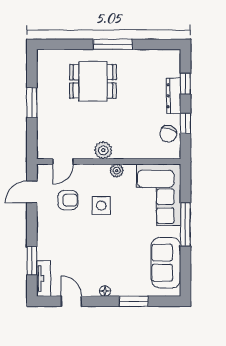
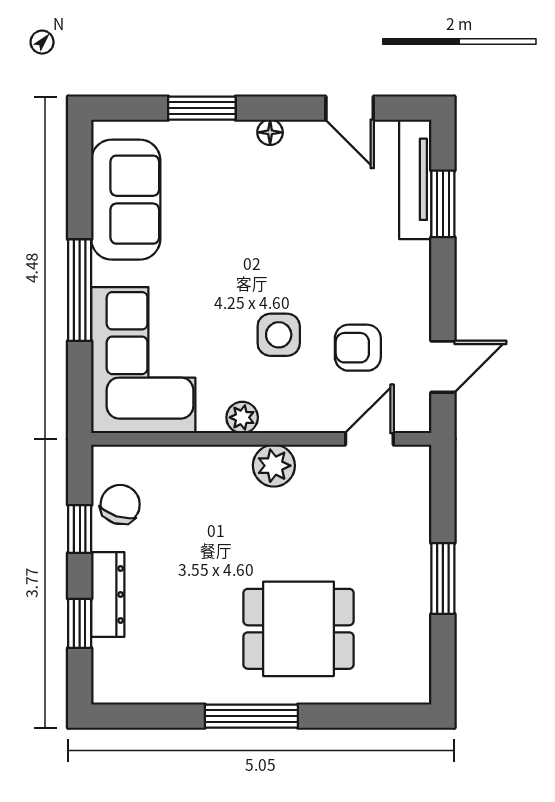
tv unit: (44, 279) -> (415, 179), width x1.41

